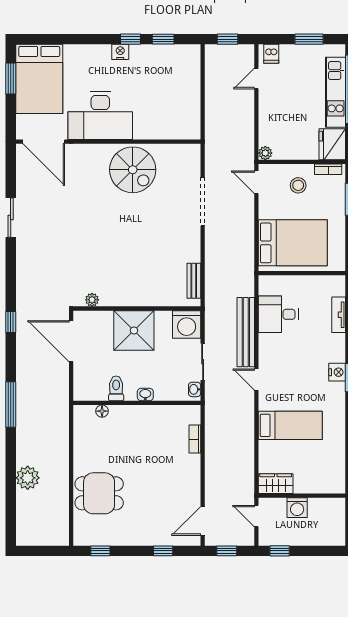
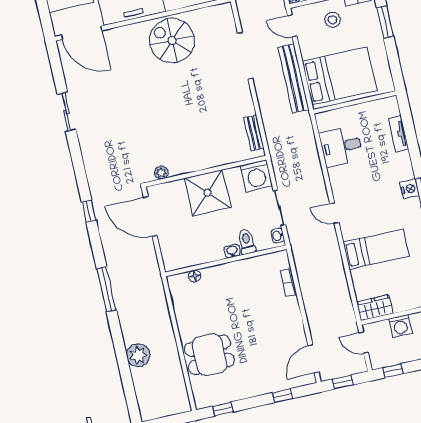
spiral stairs: (133, 170) -> (172, 41), turned 180
bench: (246, 332) -> (293, 79), moved
toilet: (116, 388) -> (247, 242), moved

